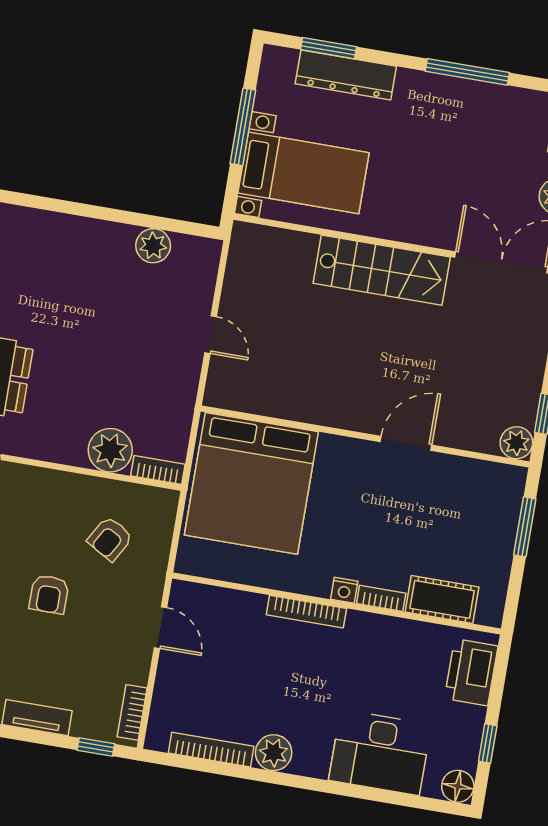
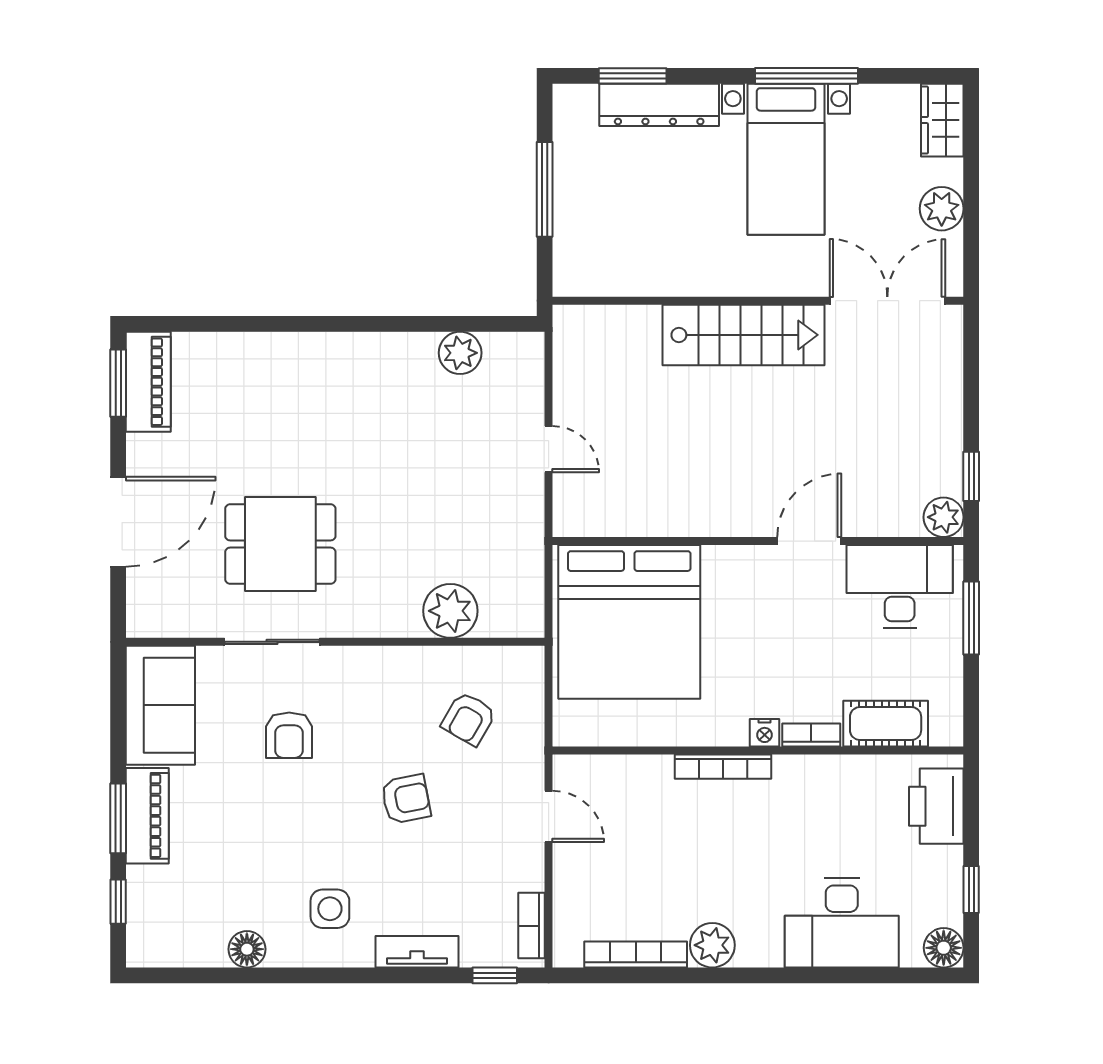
bed with nightstands: (304, 173) -> (786, 159), moved, turned 90
bookcase: (158, 470) -> (513, 625), removed
desk: (472, 492) -> (900, 587), added
armchair: (49, 594) -> (406, 799), turned -101

